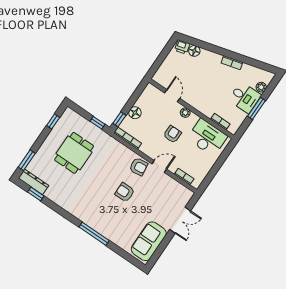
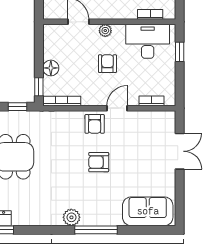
window: (223, 158) -> (180, 52), added
armchair: (139, 167) -> (95, 124), turned 98
plant: (84, 215) -> (71, 217), added
sofa: (149, 241) -> (148, 211), moved, turned 90

